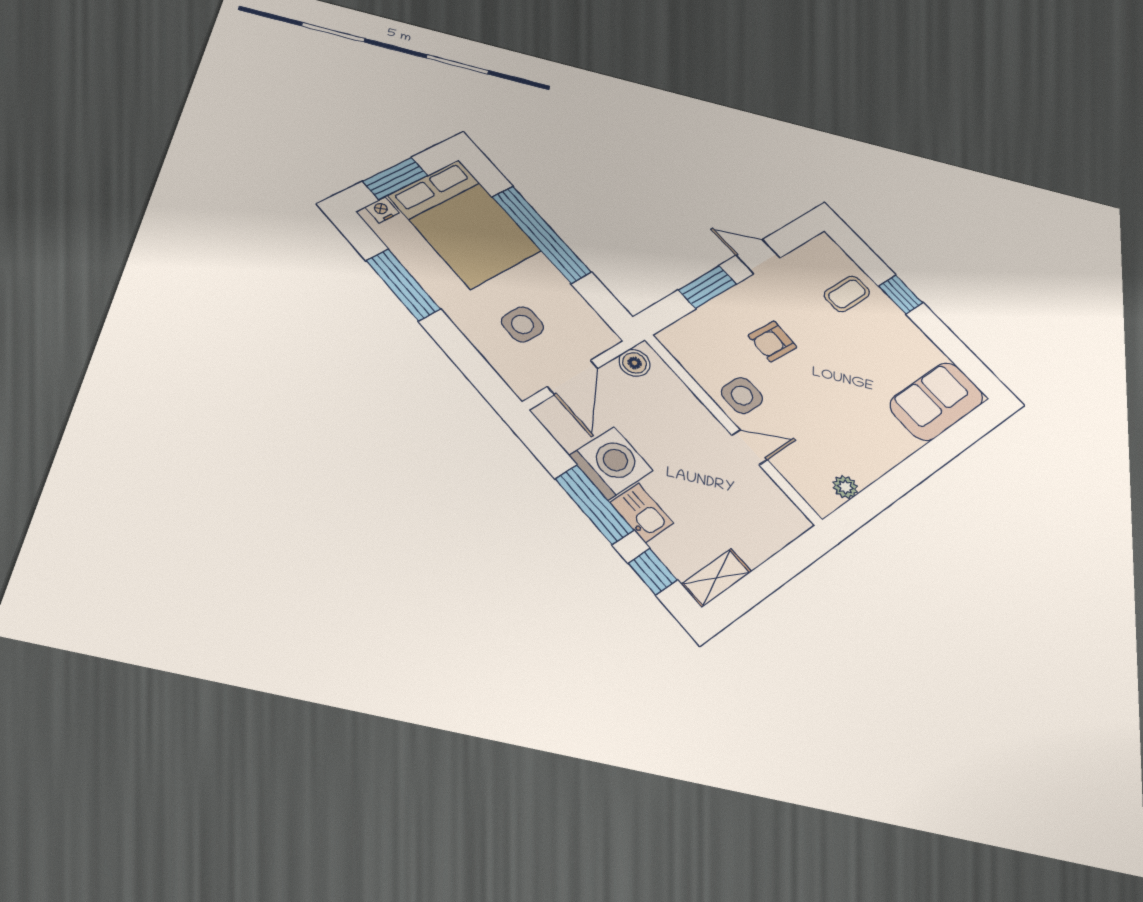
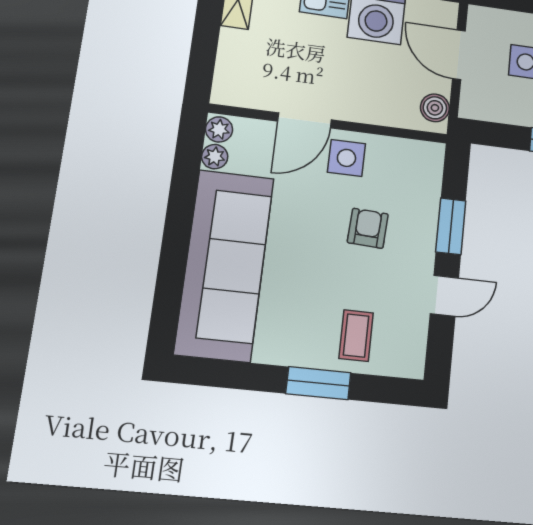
window: (901, 294) -> (318, 383), width x1.50
sofa: (937, 401) -> (225, 265), width x1.85, depth x1.27
door: (750, 447) -> (305, 120), width x1.38
plant: (824, 501) -> (219, 129), added

